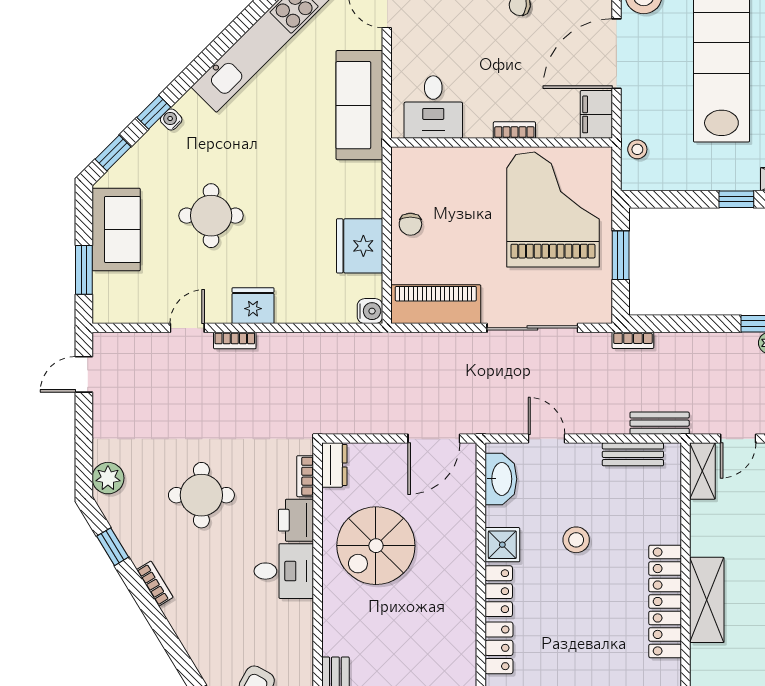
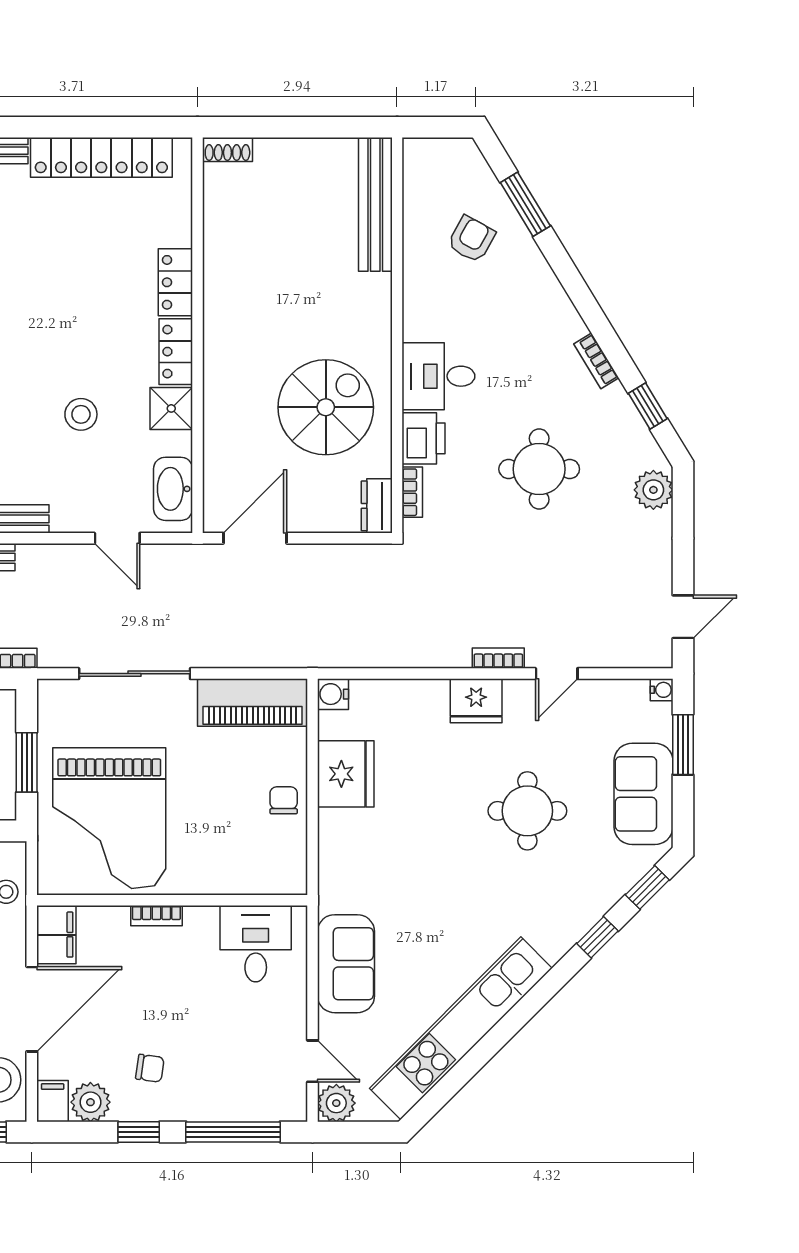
sofa: (359, 105) -> (346, 964), width x0.73
water cooler: (171, 120) -> (662, 690), moved, turned -45

